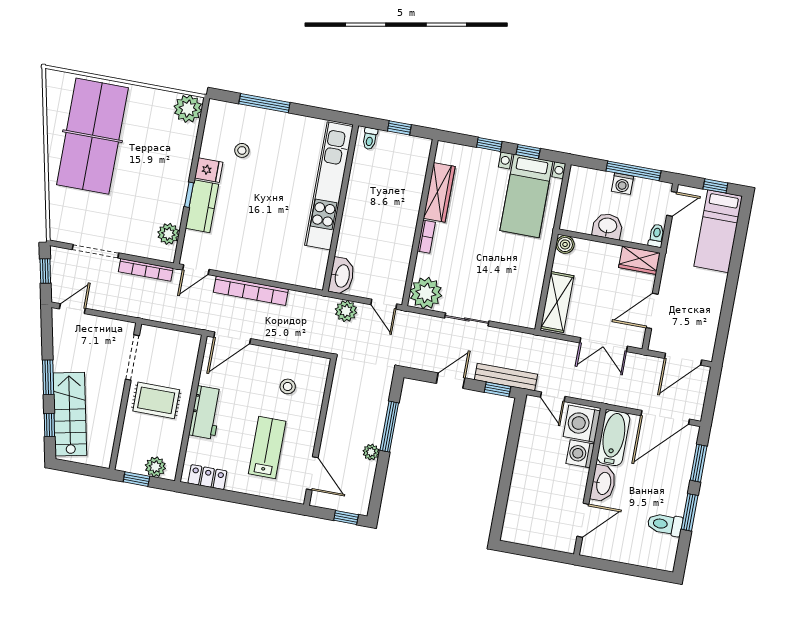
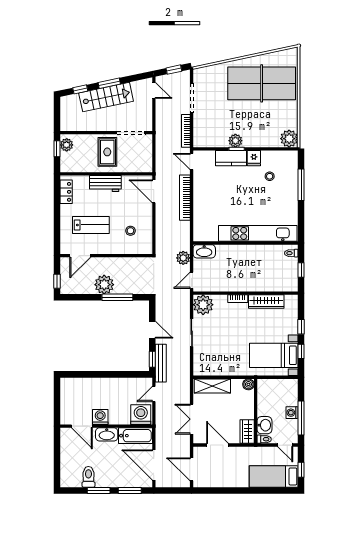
washbasin: (608, 226) -> (264, 425), moved
plant: (168, 234) -> (235, 141), moved
stairs: (70, 414) -> (106, 97), moved
plant: (371, 452) -> (104, 285), width x1.88, depth x1.88
washing machine: (580, 454) -> (100, 417), moved
plant: (155, 467) -> (67, 145), moved

